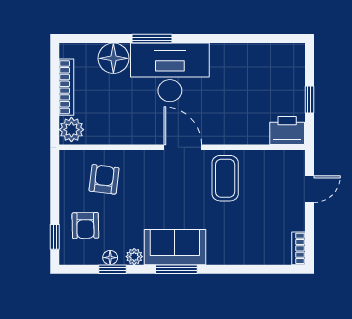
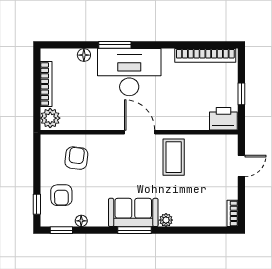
bookcase: (265, 52) -> (205, 55), added
floor lamp: (113, 58) -> (84, 55), width x0.53, depth x0.53
plant: (134, 257) -> (166, 220), moved
window: (112, 269) -> (61, 230), moved

